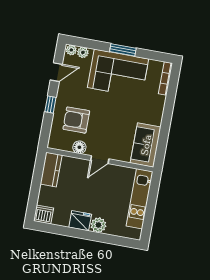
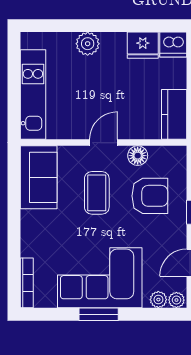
coffee table: (110, 128) -> (97, 193), added
fridge: (80, 221) -> (143, 45), moved

